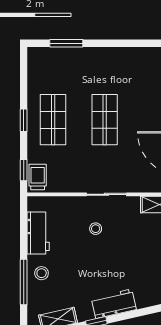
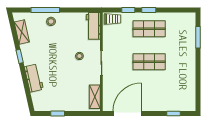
window: (24, 170) -> (128, 10), moved
workbench: (38, 233) -> (93, 26), moved, turned 90
workbench: (114, 304) -> (34, 78), moved

